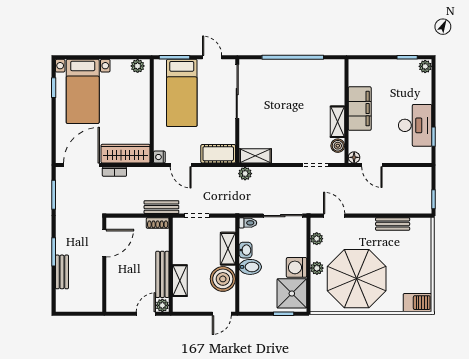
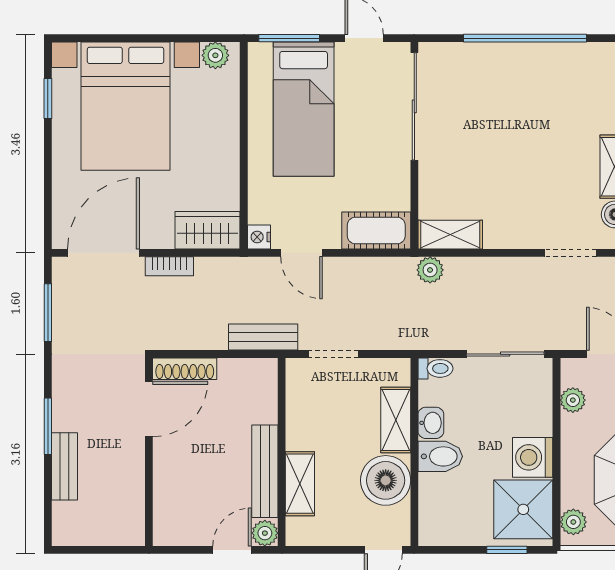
bed with nightstands: (83, 91) -> (126, 106), width x1.36
wardrobe: (125, 154) -> (207, 230), width x0.67
shoe rack: (158, 223) -> (185, 369), moved, width x1.43
plant: (317, 268) -> (573, 522), moved

